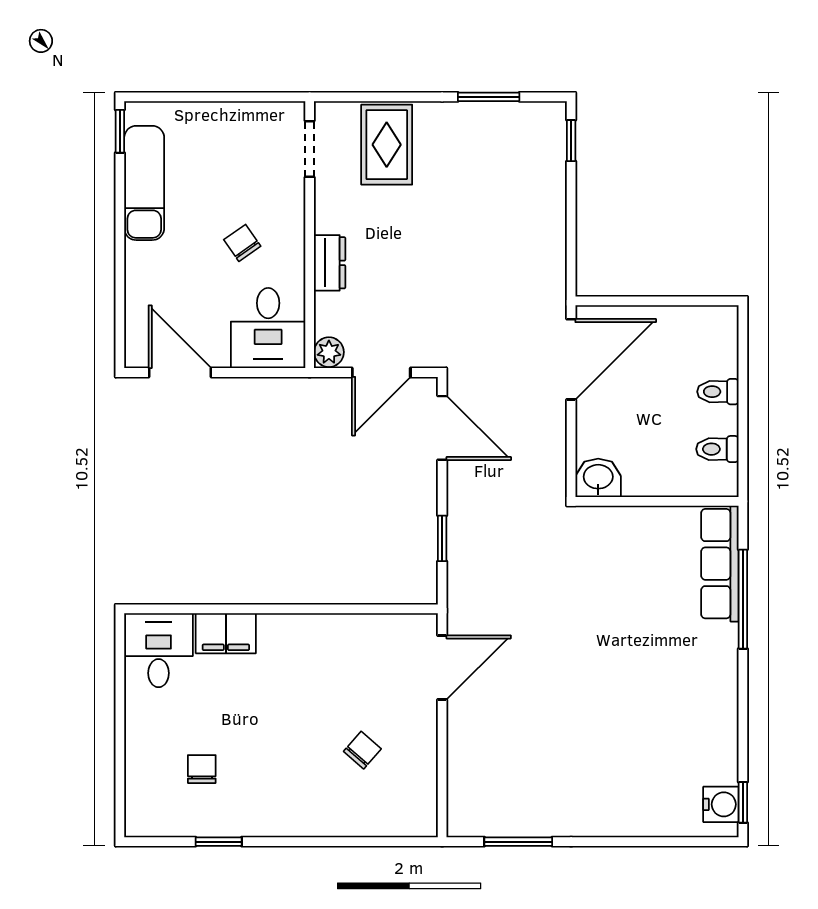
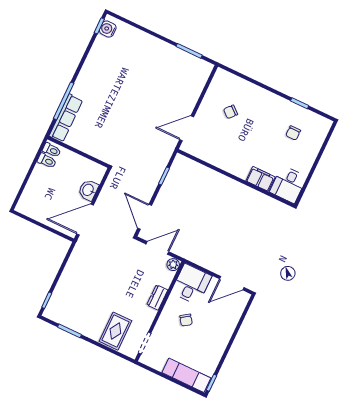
exam couch: (144, 183) -> (186, 375), moved, turned 90
door: (180, 373) -> (232, 283), hinge flipped
toilet: (718, 392) -> (52, 150), moved
washbasin: (598, 478) -> (88, 190), moved, turned 90

